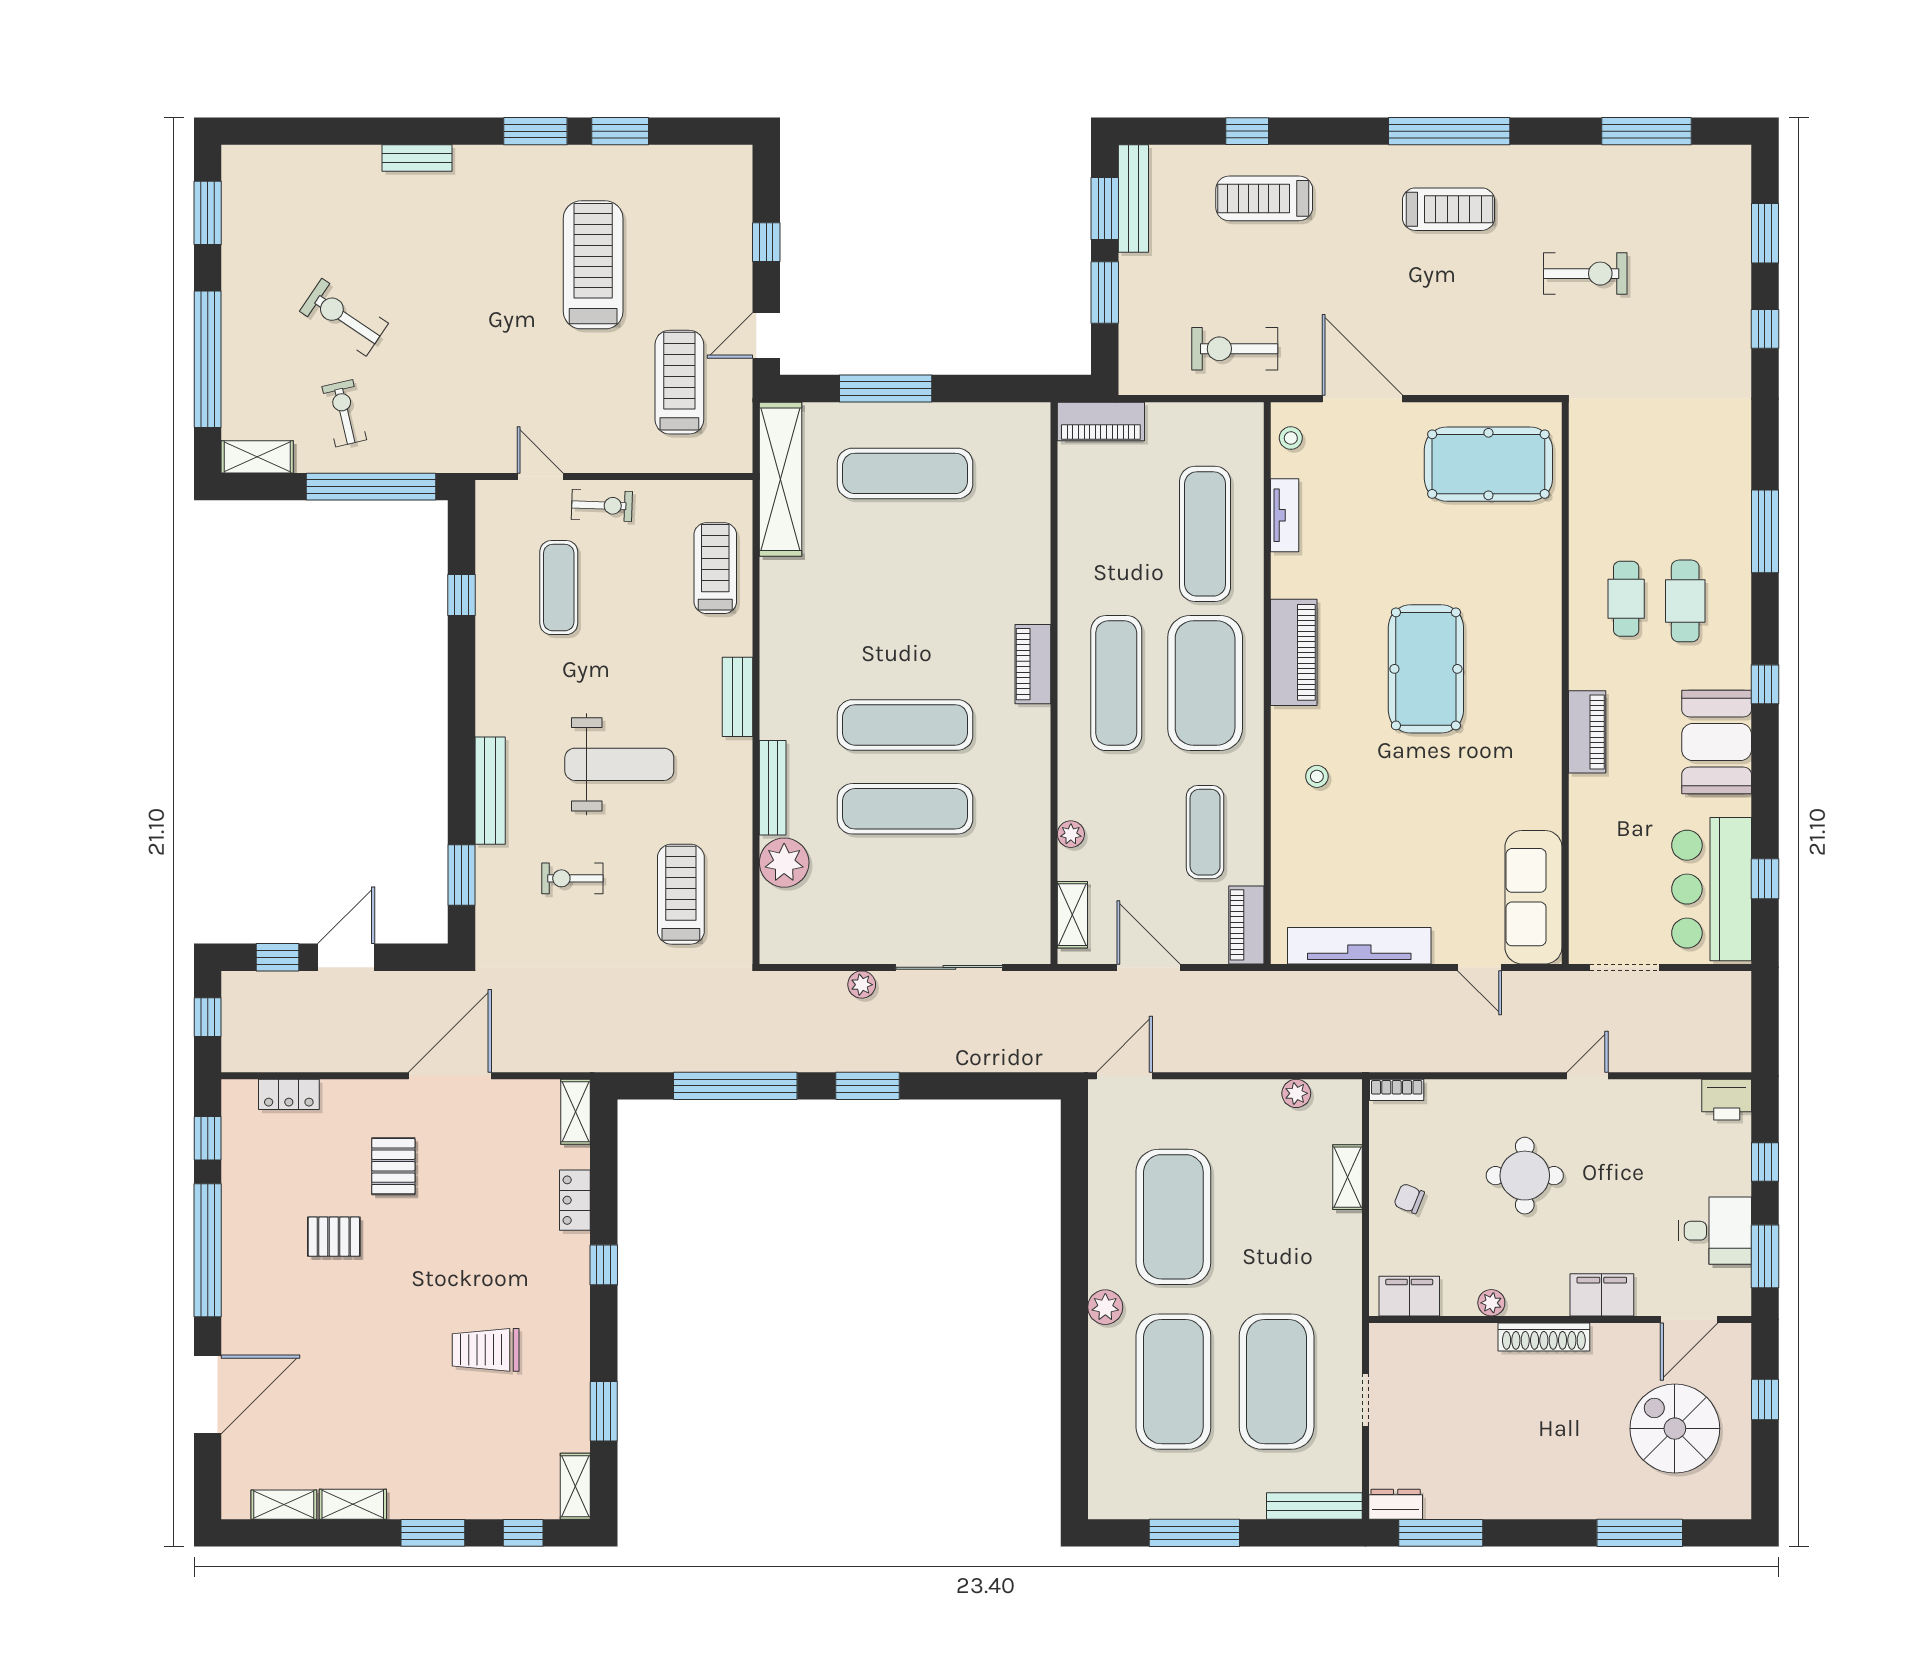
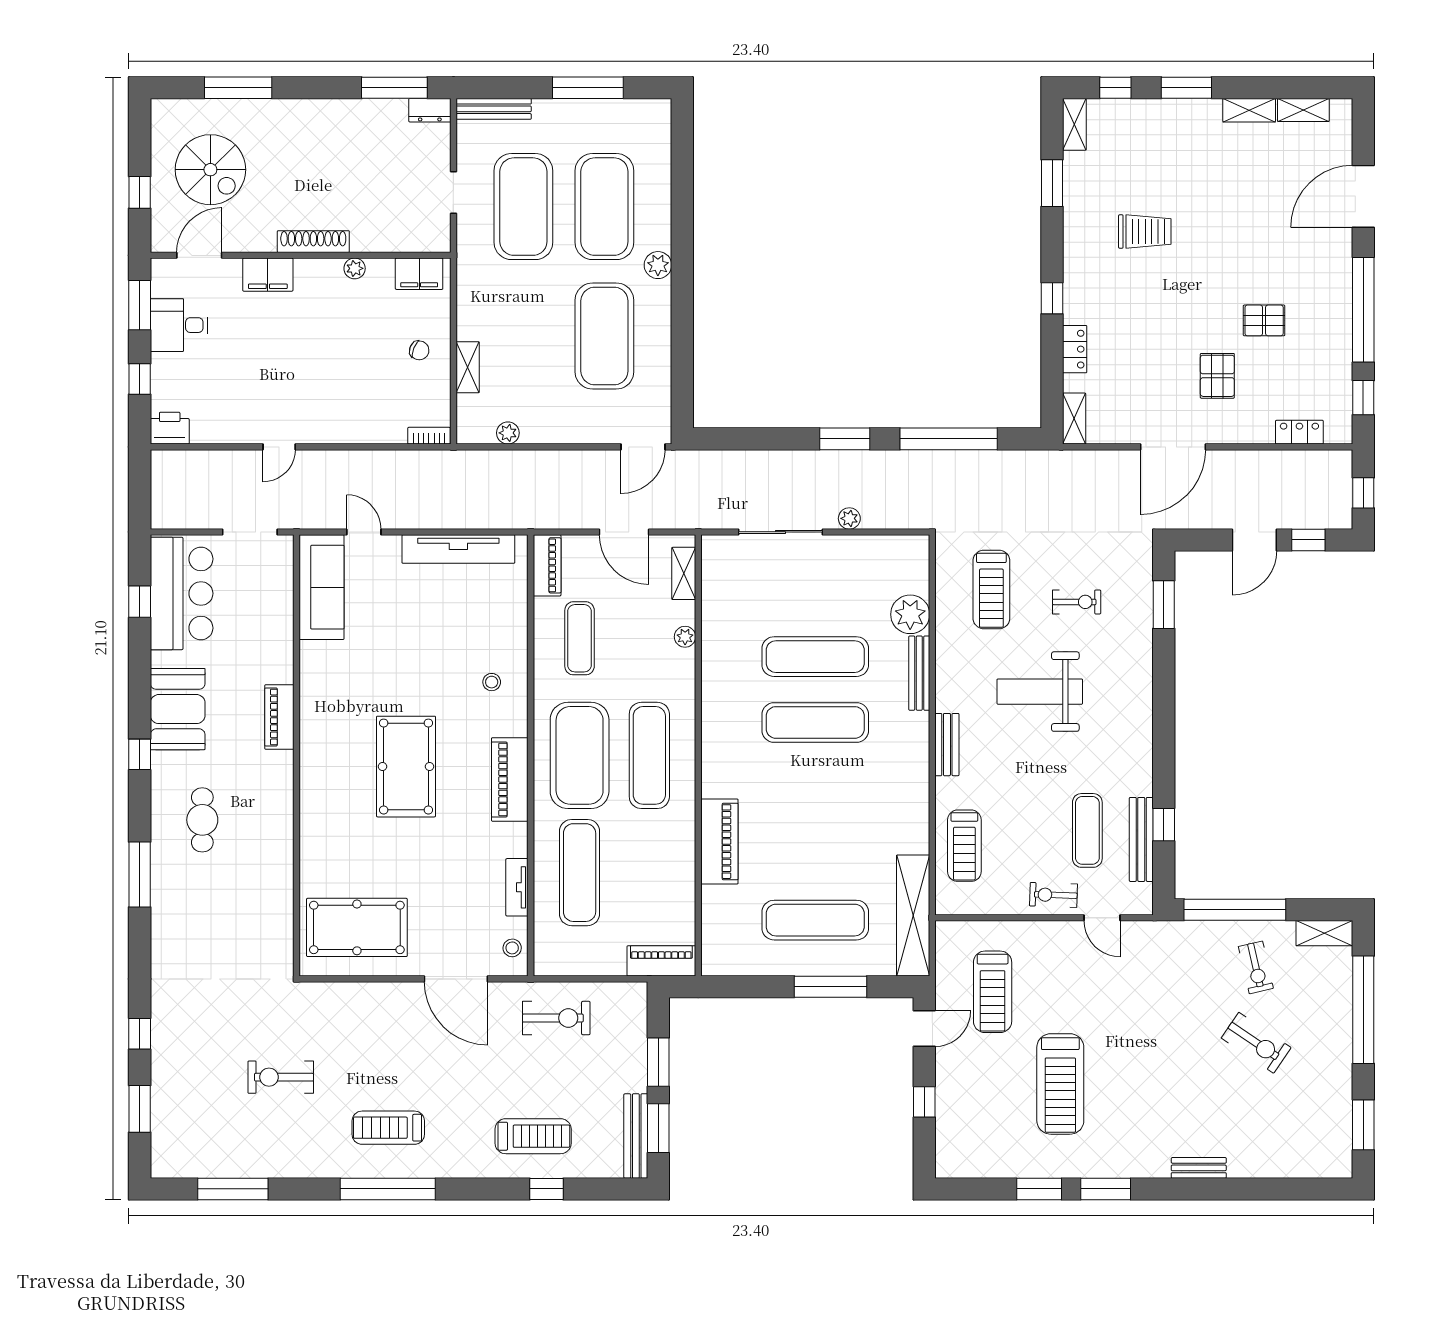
cafe table: (1626, 599) -> (249, 822), removed
piano: (1033, 664) -> (719, 842), moved, width x1.37, depth x1.33
bench: (490, 791) -> (1141, 839), moved
round table: (1525, 1176) -> (328, 368), removed

